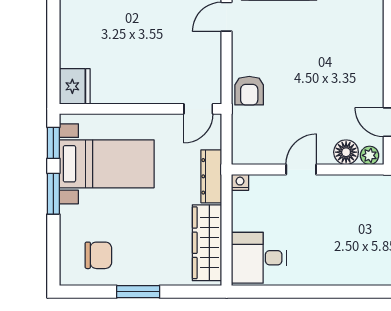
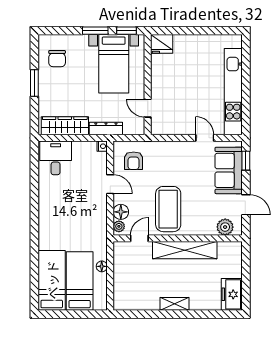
coffee table: (342, 76) -> (168, 209), added
armchair: (249, 91) -> (134, 161), moved, turned -90
door: (198, 109) -> (148, 108), moved

